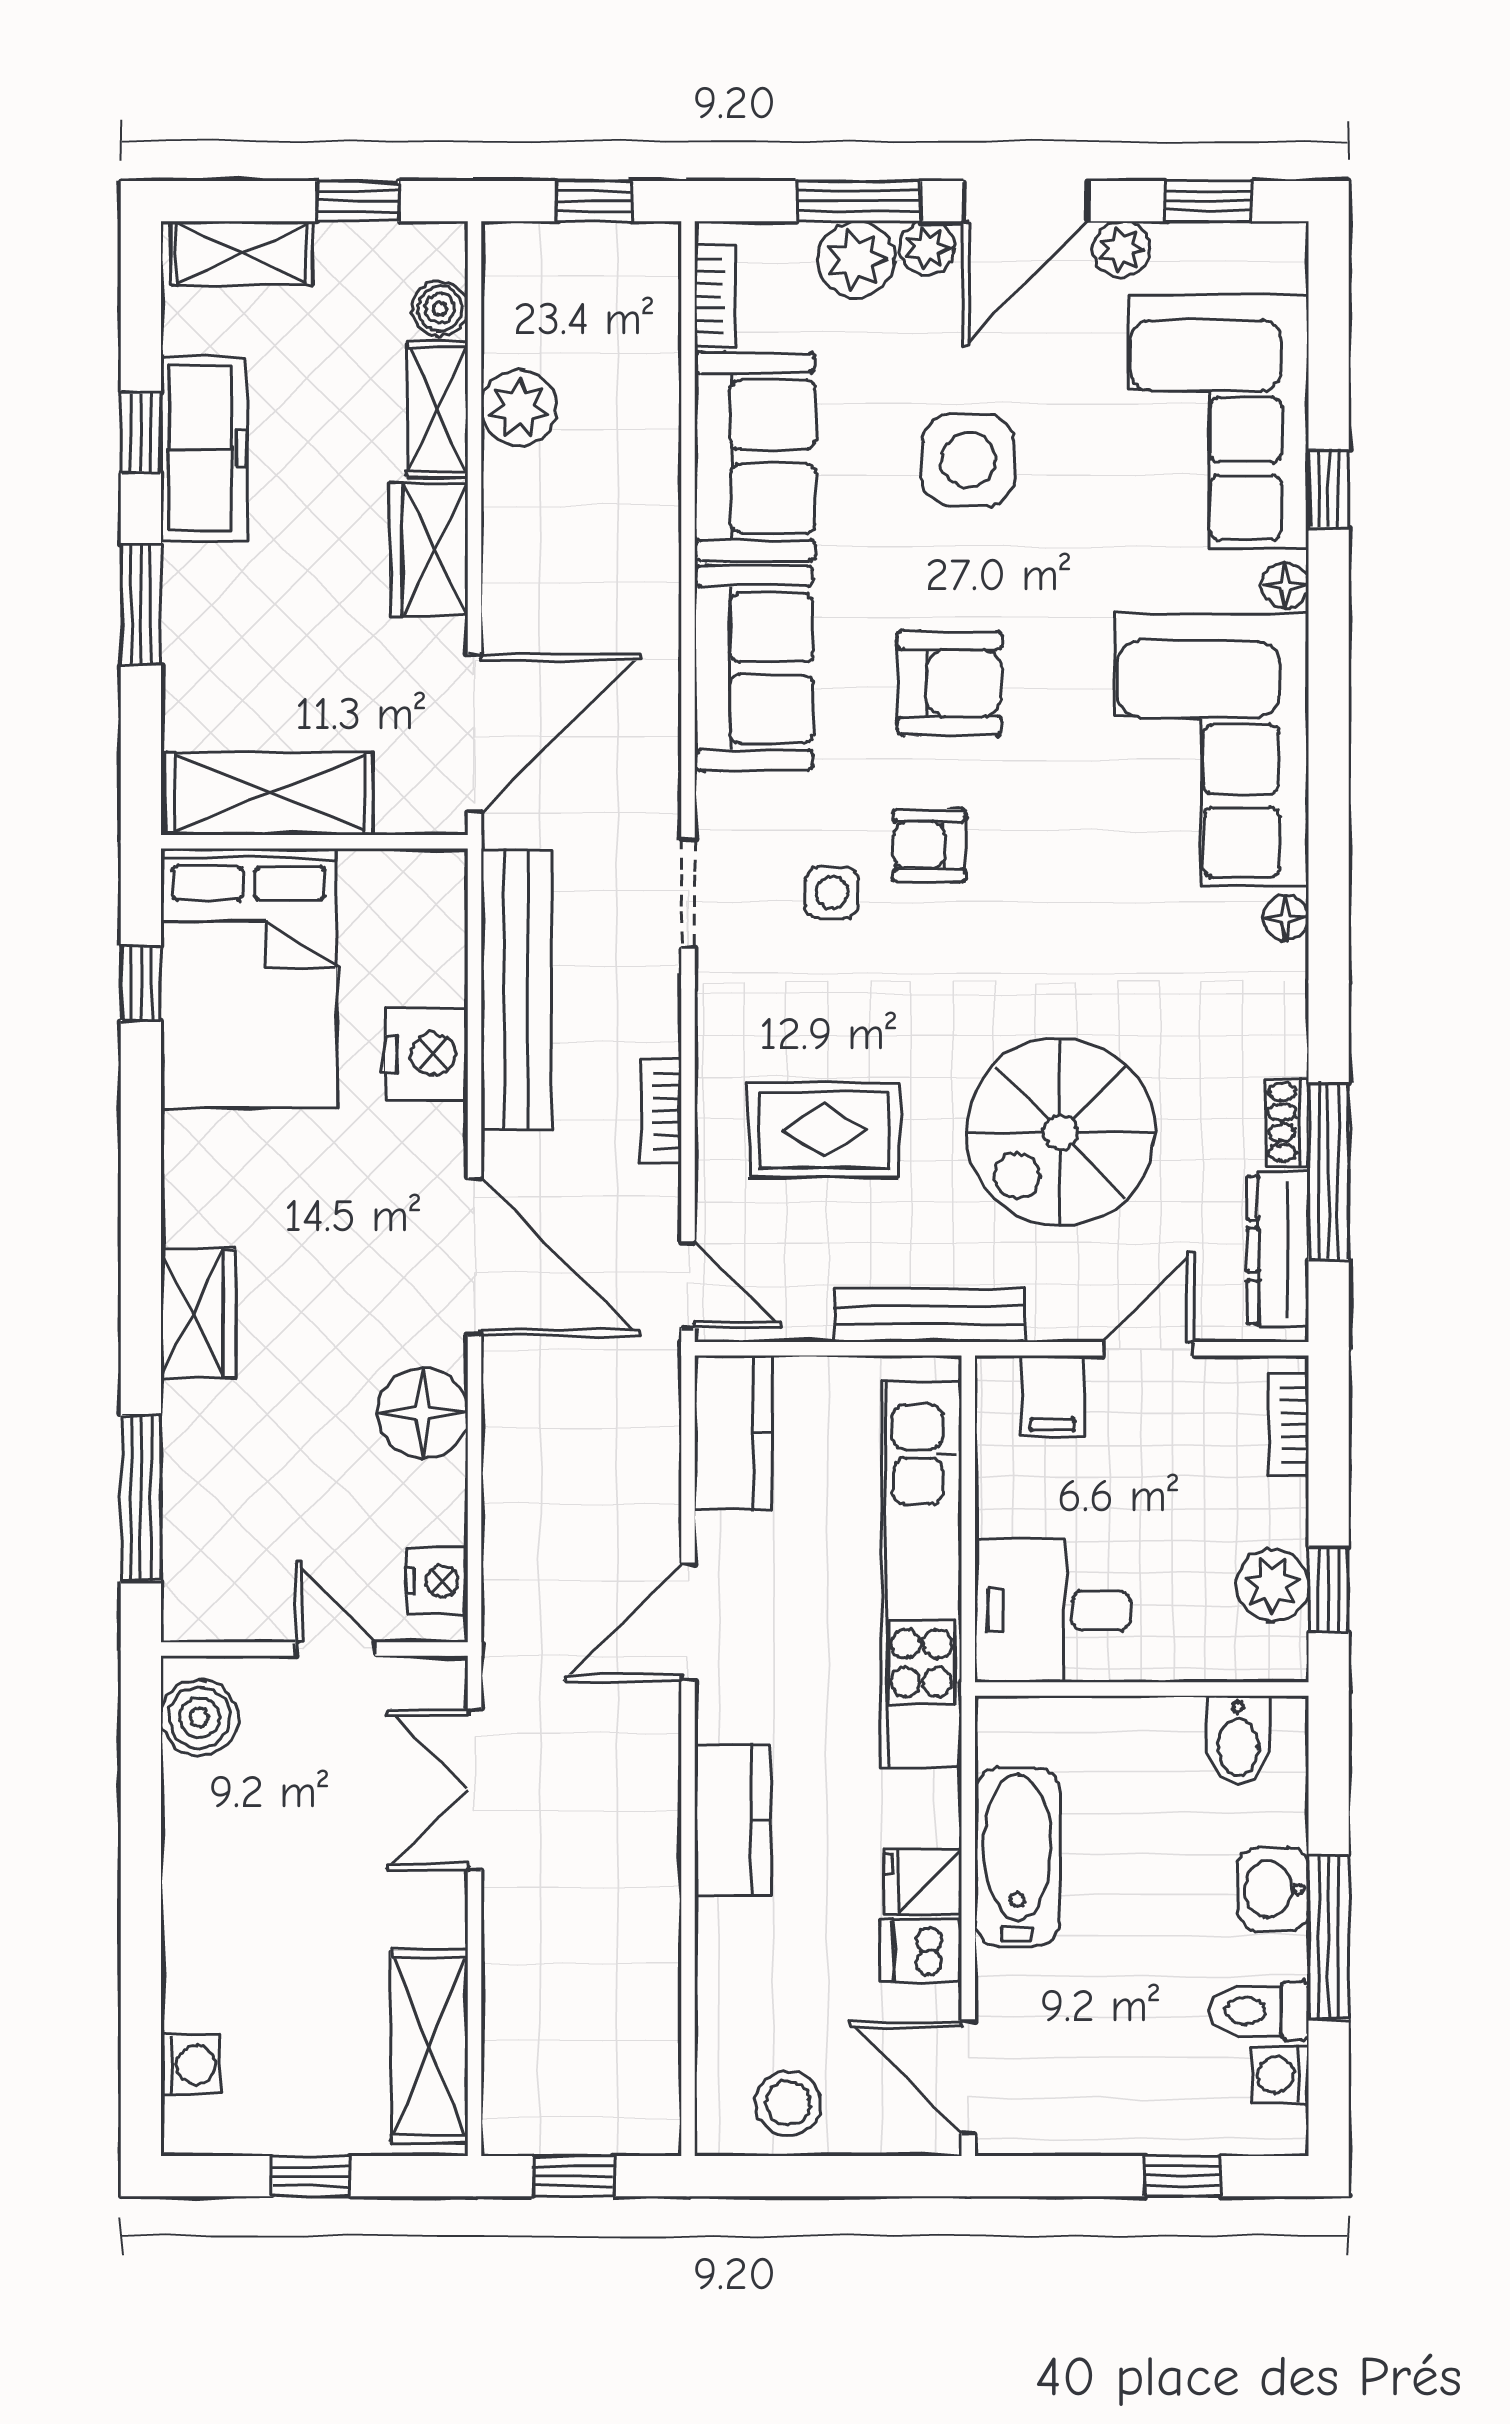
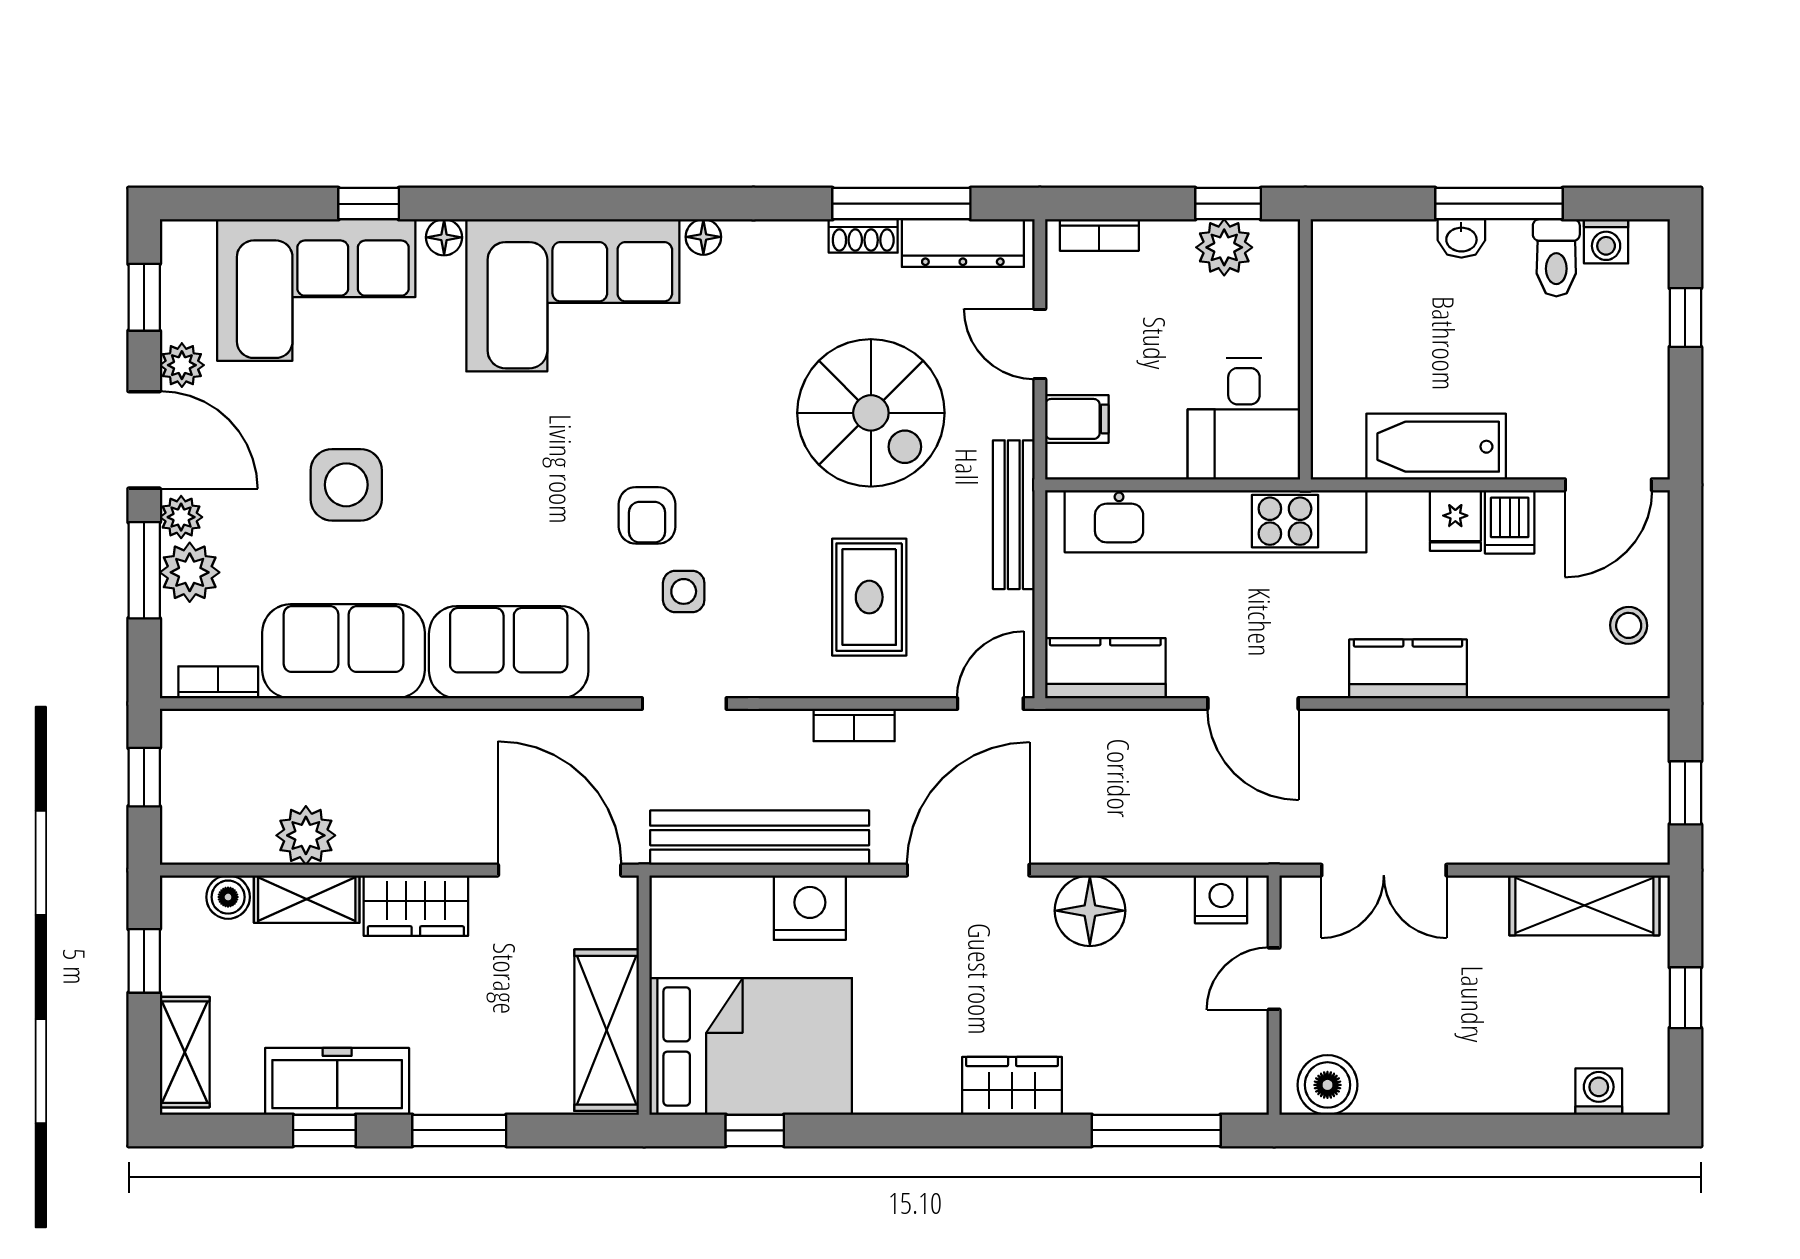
armchair: (949, 683) -> (520, 500), removed
bidet: (1238, 1741) -> (1346, 274), removed
washbasin: (1273, 1889) -> (1461, 238), width x0.72, depth x0.69
stool: (788, 2103) -> (1629, 625), width x0.73, depth x0.73

